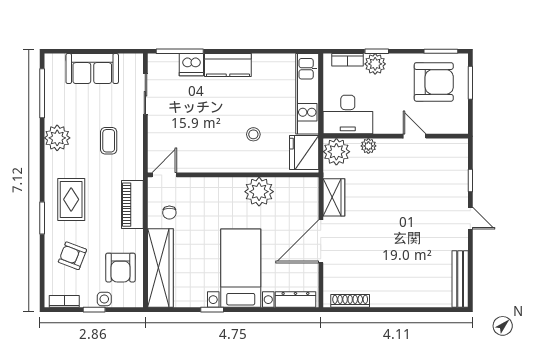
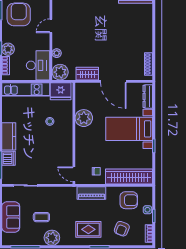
coffee table: (109, 141) -> (41, 217), moved

